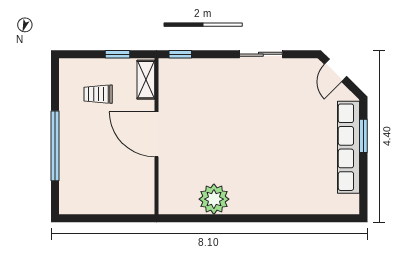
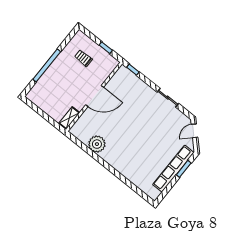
shelving: (146, 80) -> (69, 118), moved
door: (157, 134) -> (95, 96), swing flipped

